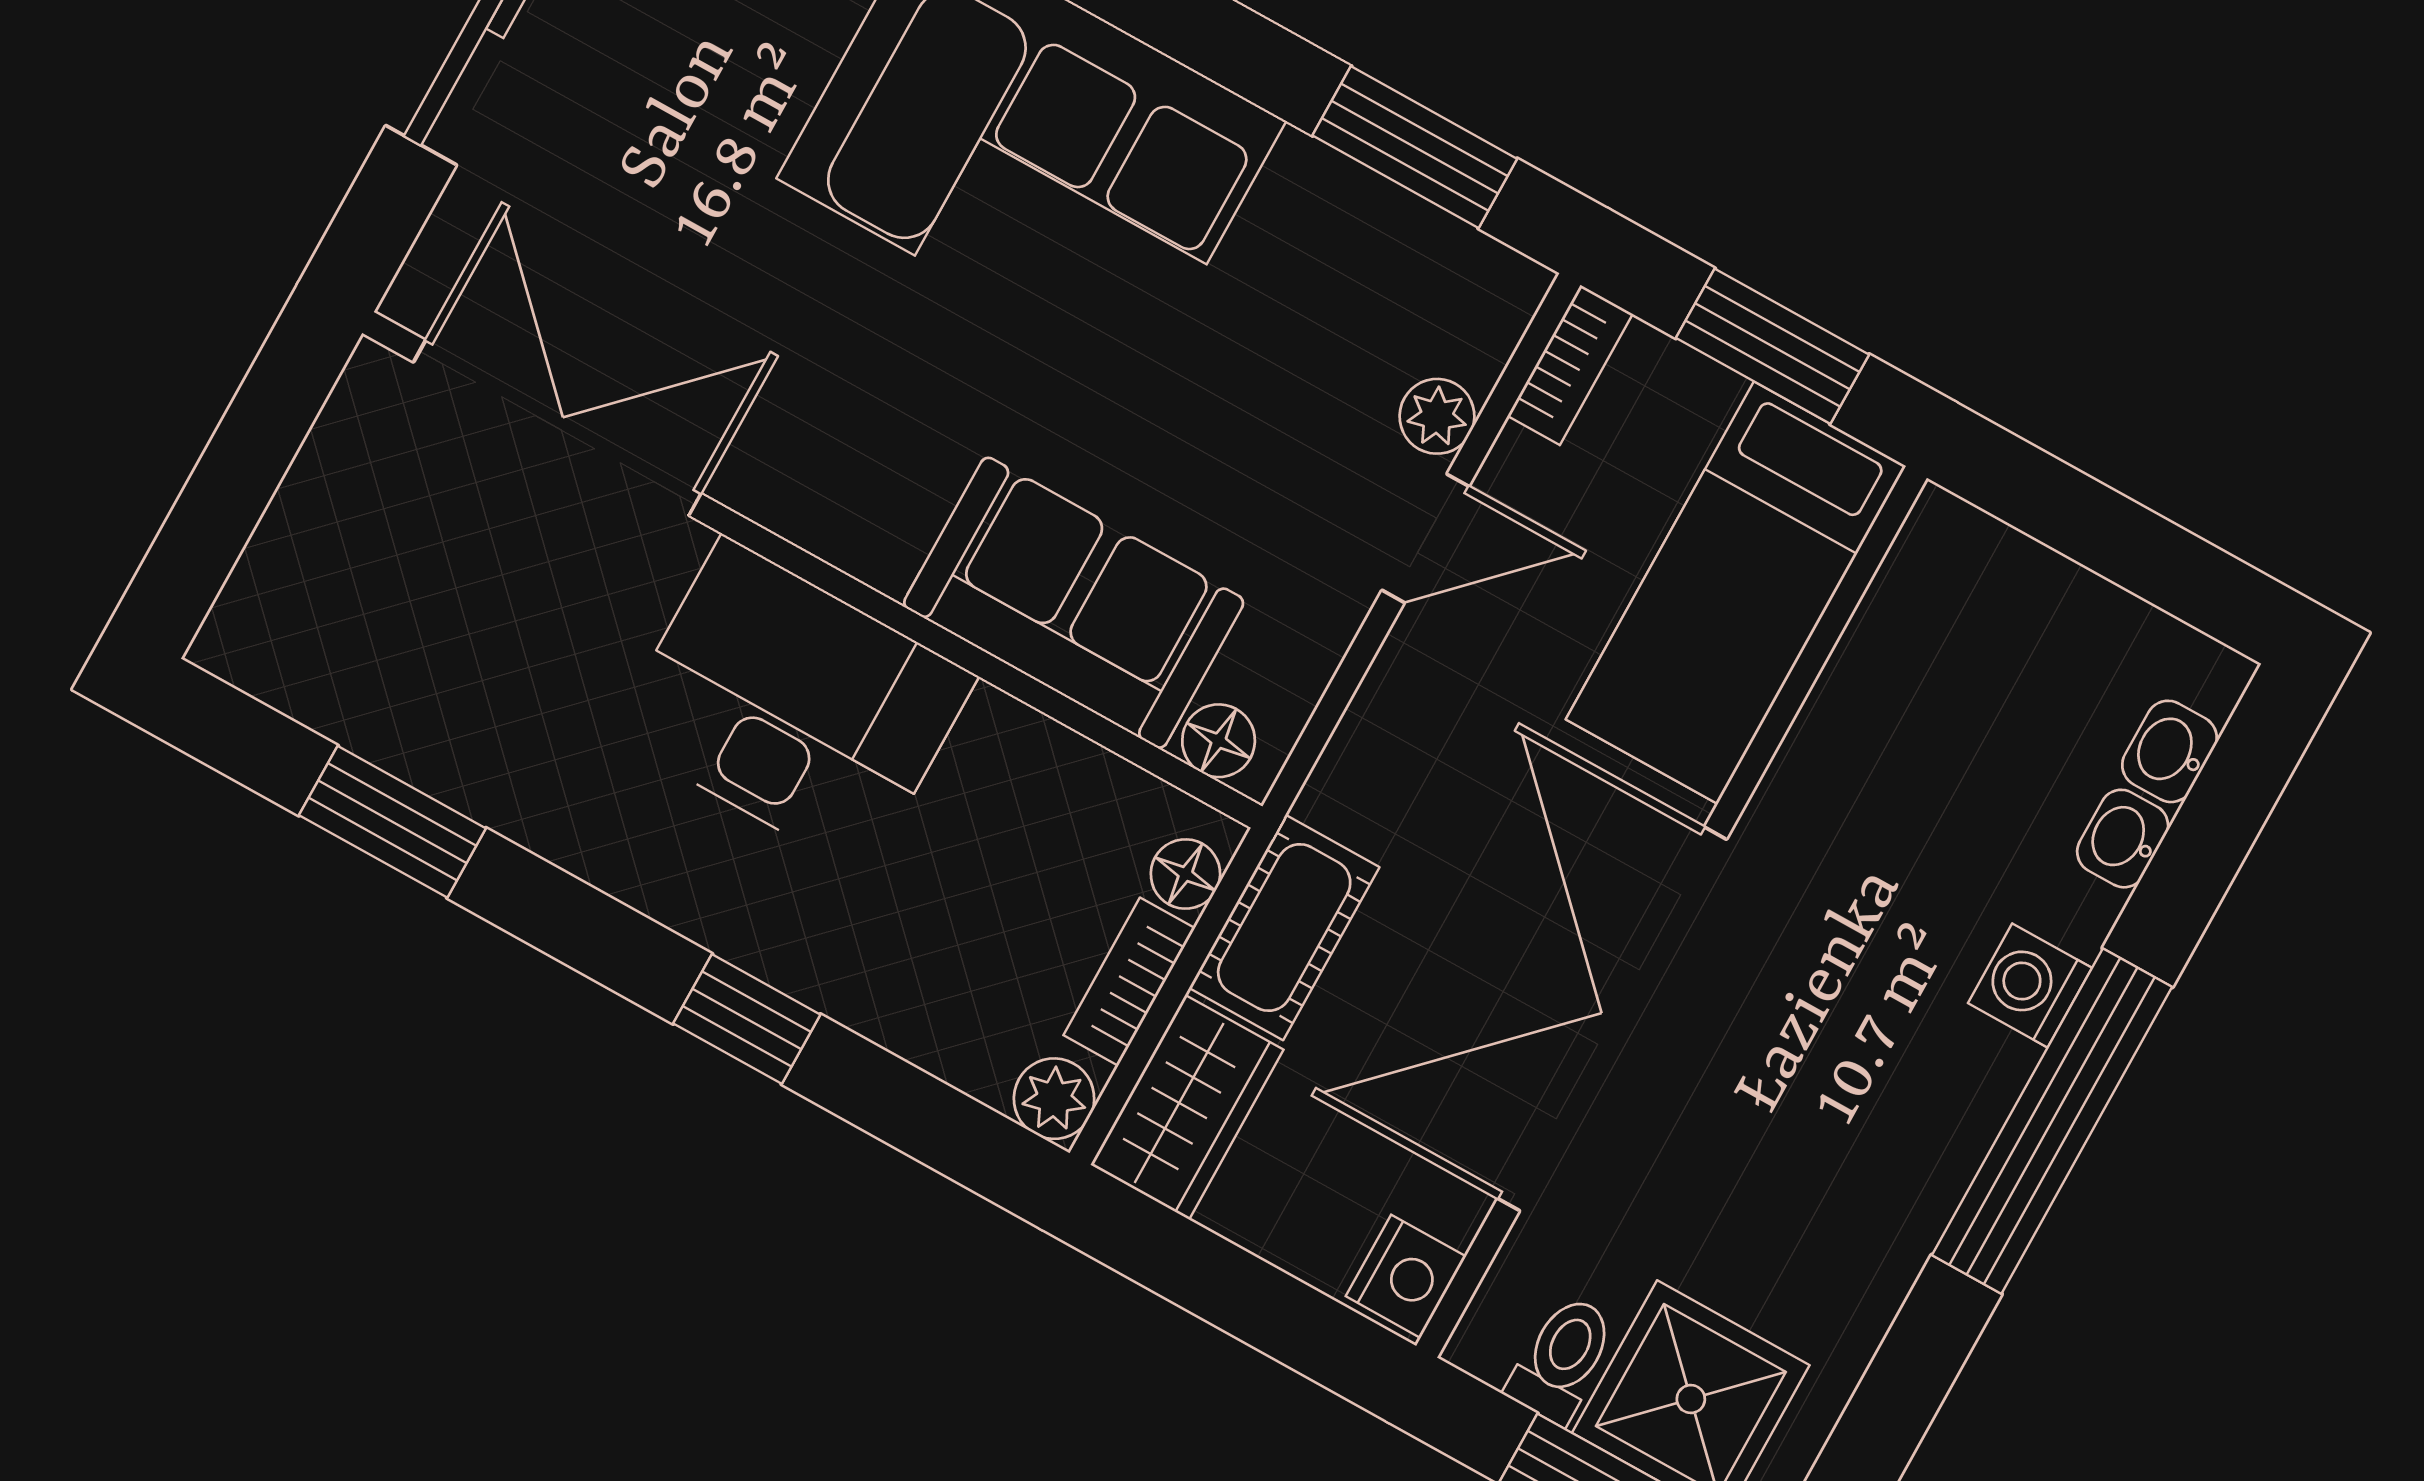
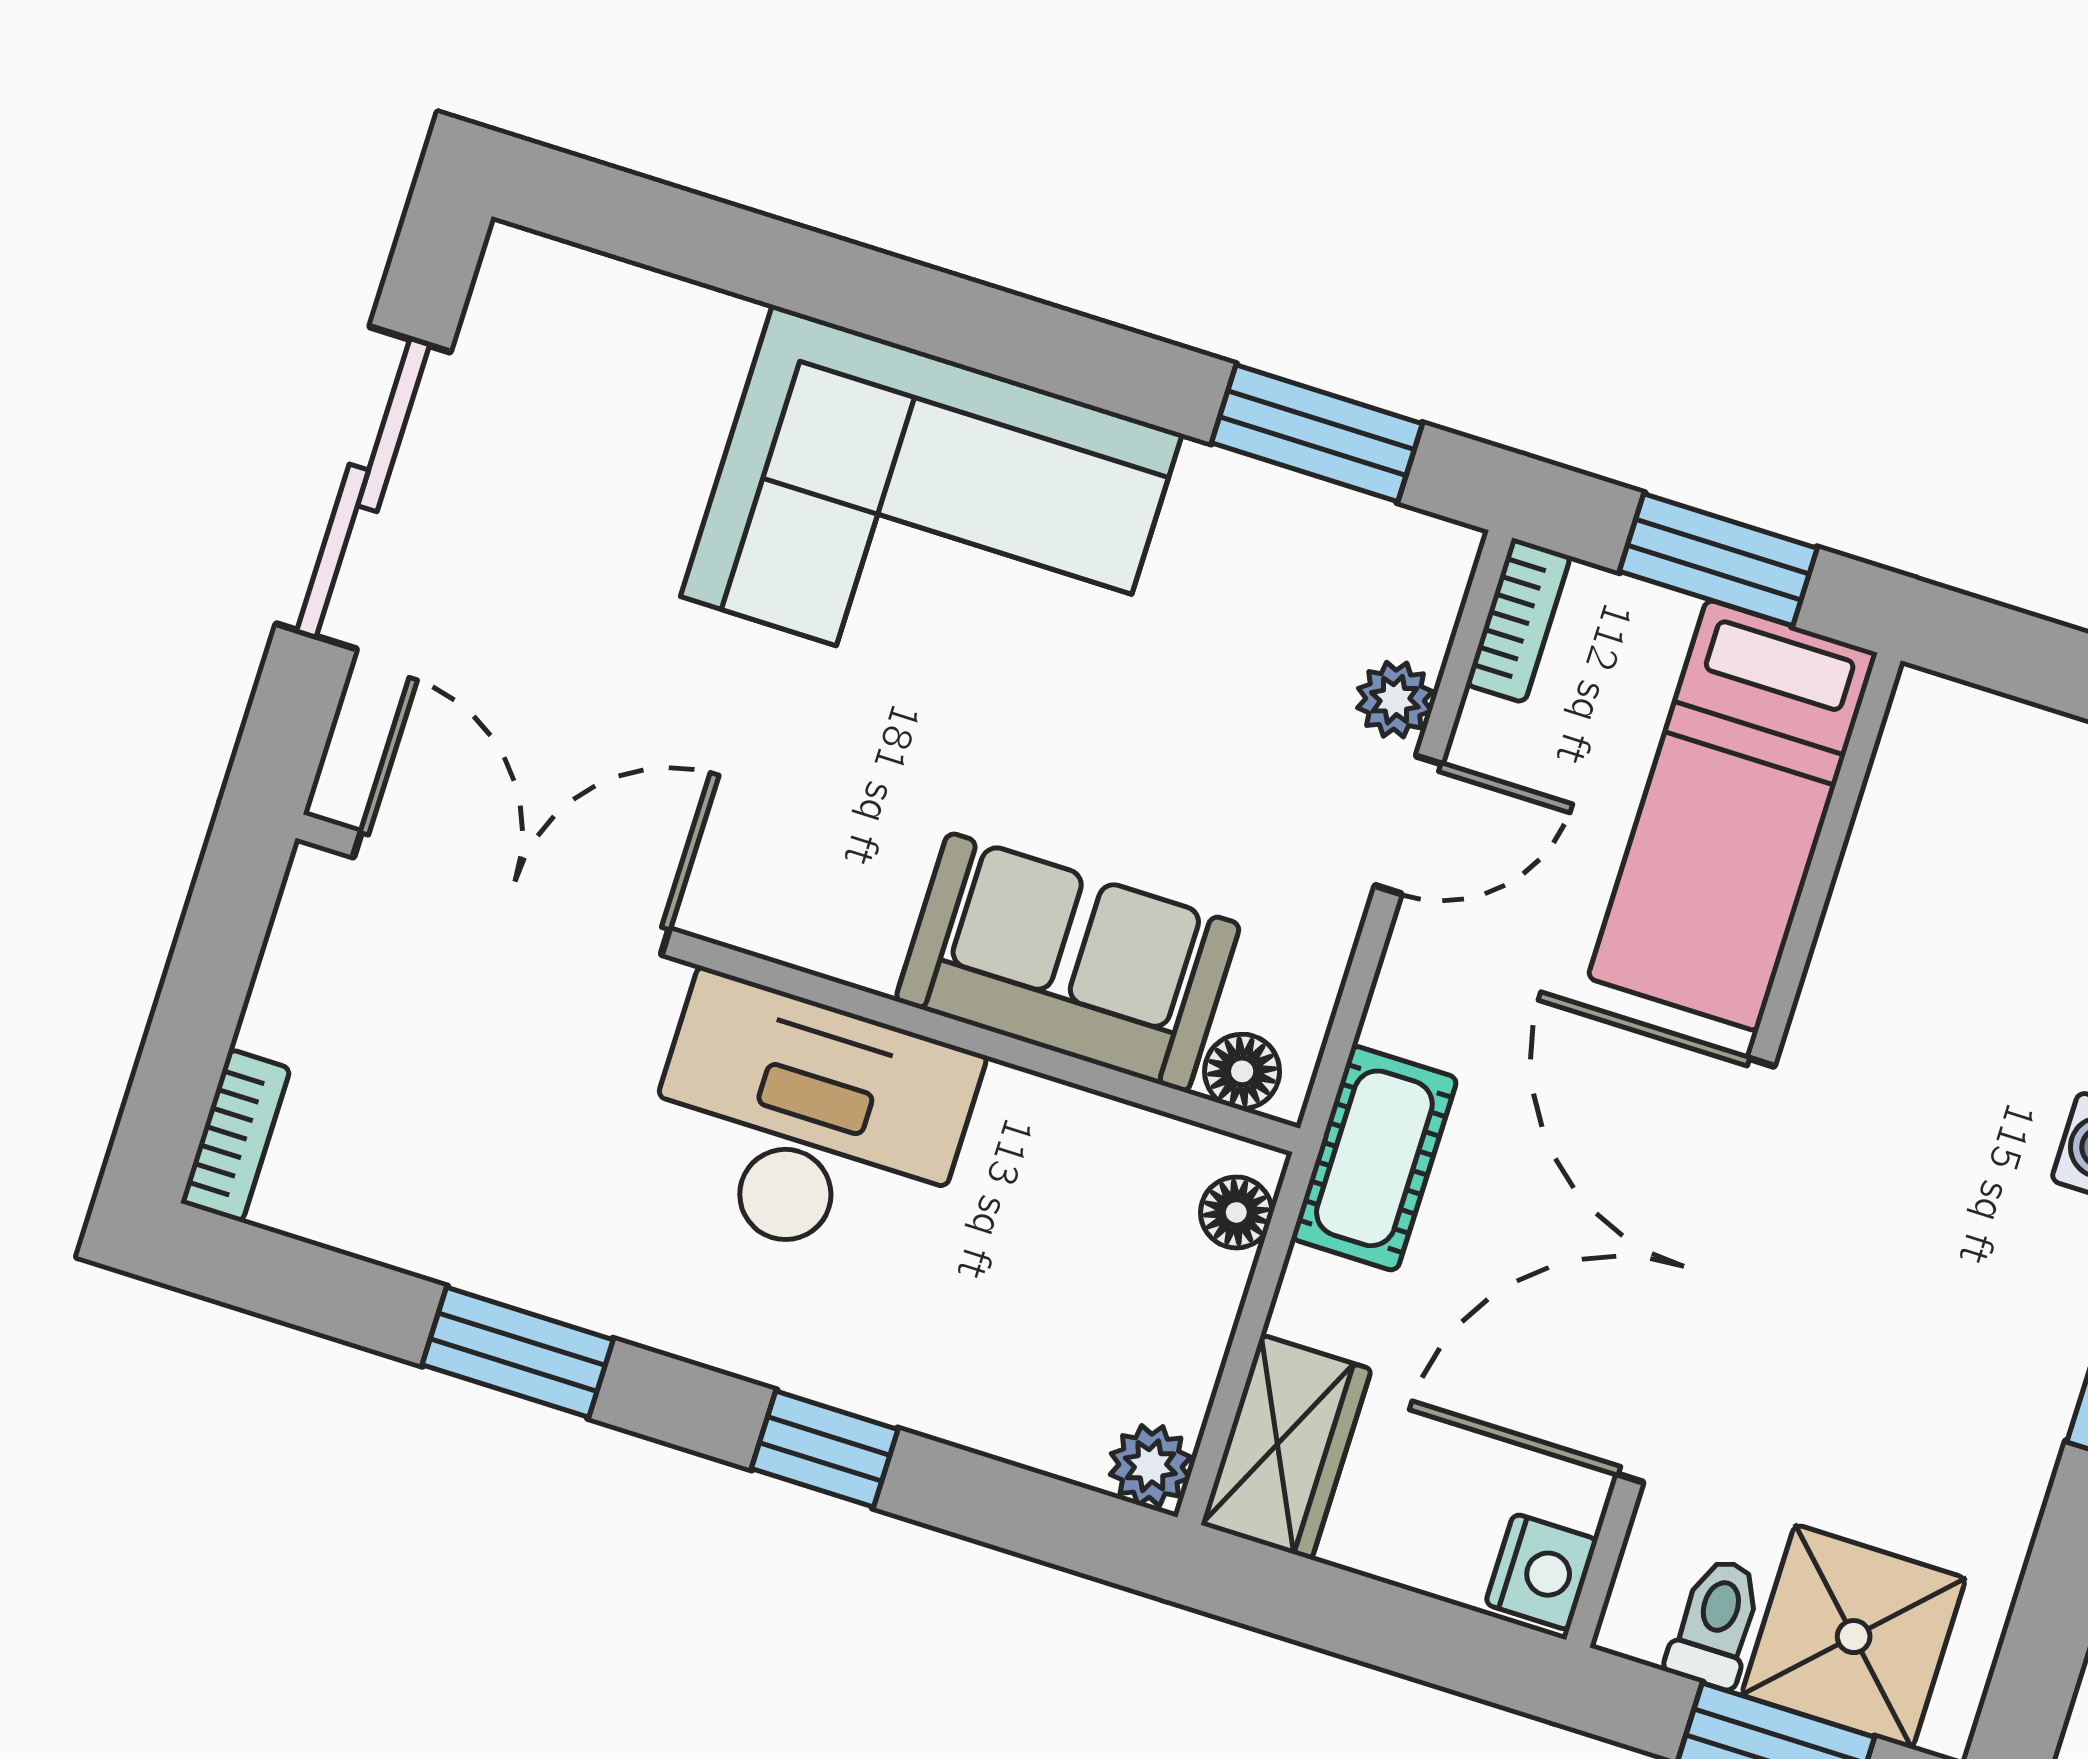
window: (392, 822) -> (518, 1352), moved
cot: (1284, 928) -> (1374, 1158), moved
bookcase: (1129, 982) -> (236, 1136), moved, turned 180

